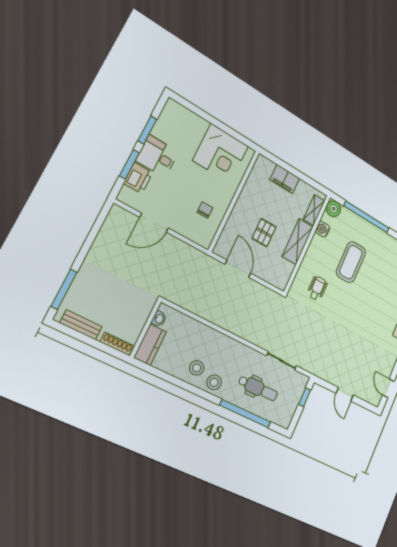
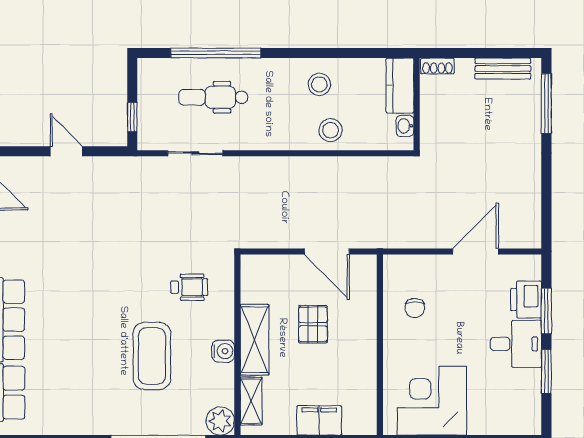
water cooler: (323, 229) -> (223, 351), moved
wheelchair: (317, 288) -> (189, 287), turned -90
shoe rack: (117, 344) -> (437, 66), width x0.70
stool: (214, 382) -> (331, 130), moved

